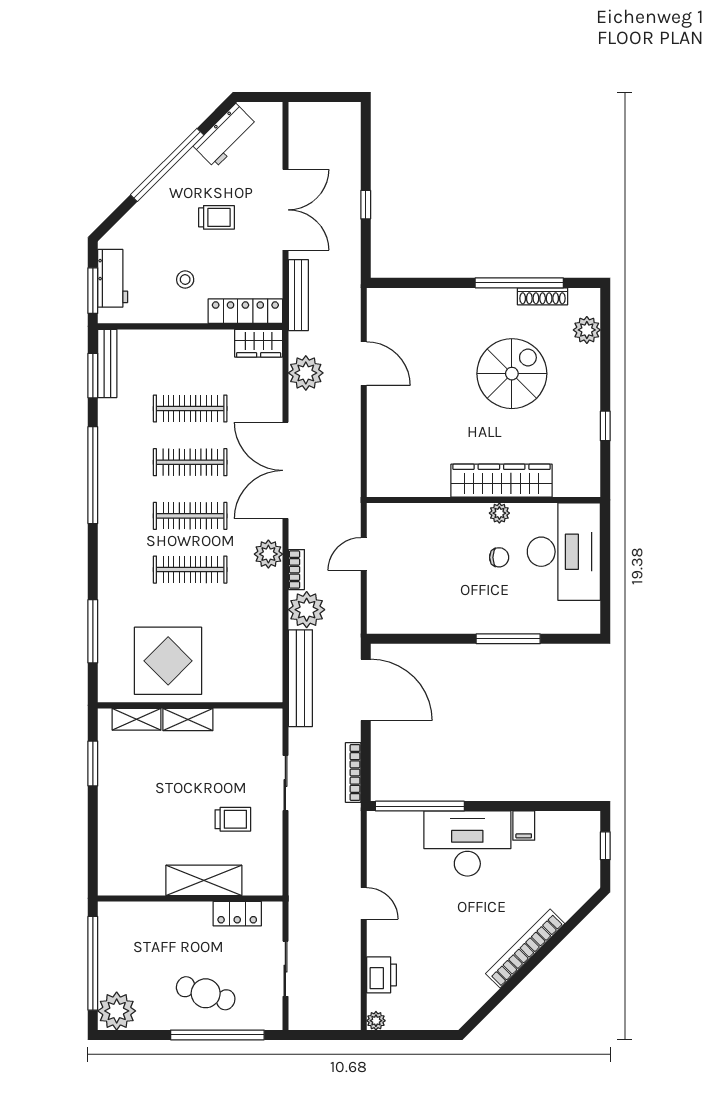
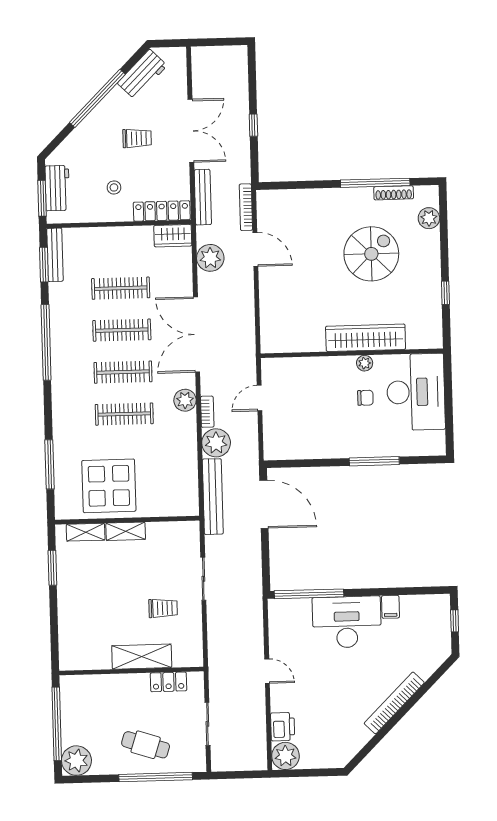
bookcase: (353, 773) -> (246, 207), moved
plant: (376, 1021) -> (285, 756), width x1.87, depth x1.87

